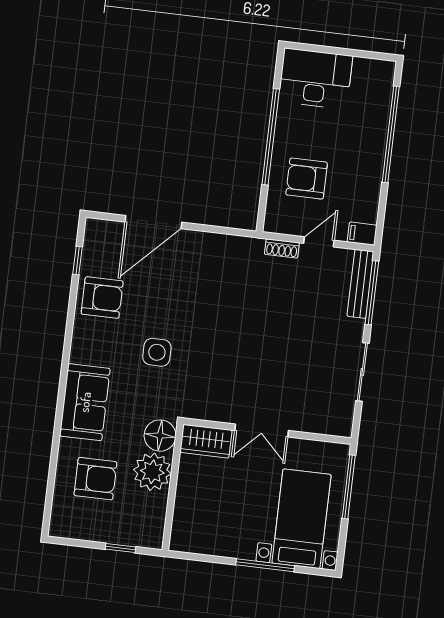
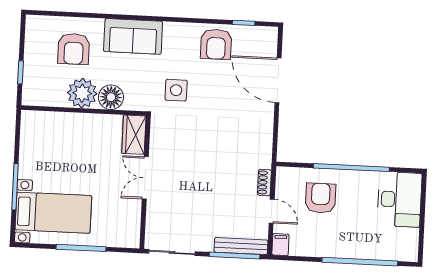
double door: (262, 430) -> (145, 178), moved
wall: (267, 431) -> (145, 182), moved
wardrobe: (206, 441) -> (134, 135), moved

